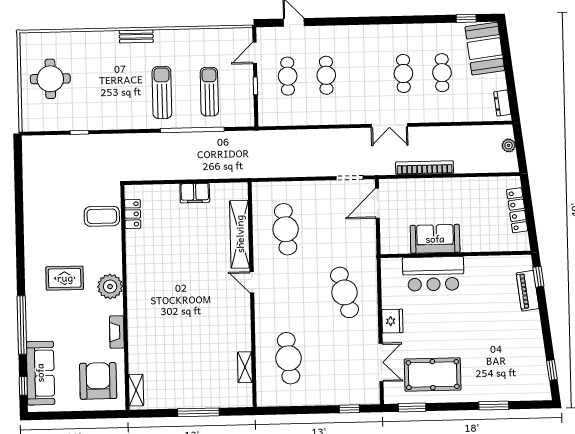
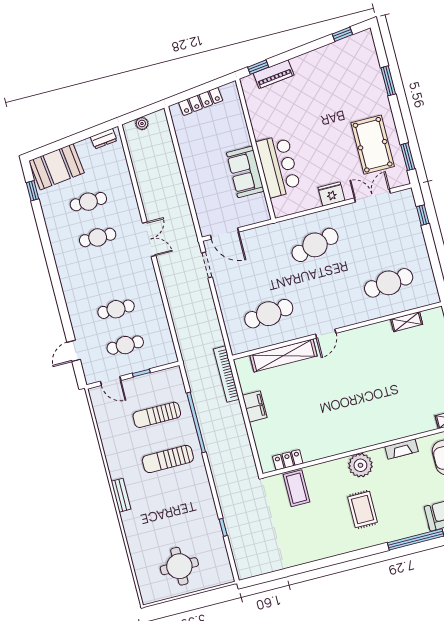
bookcase: (425, 168) -> (226, 374), moved

